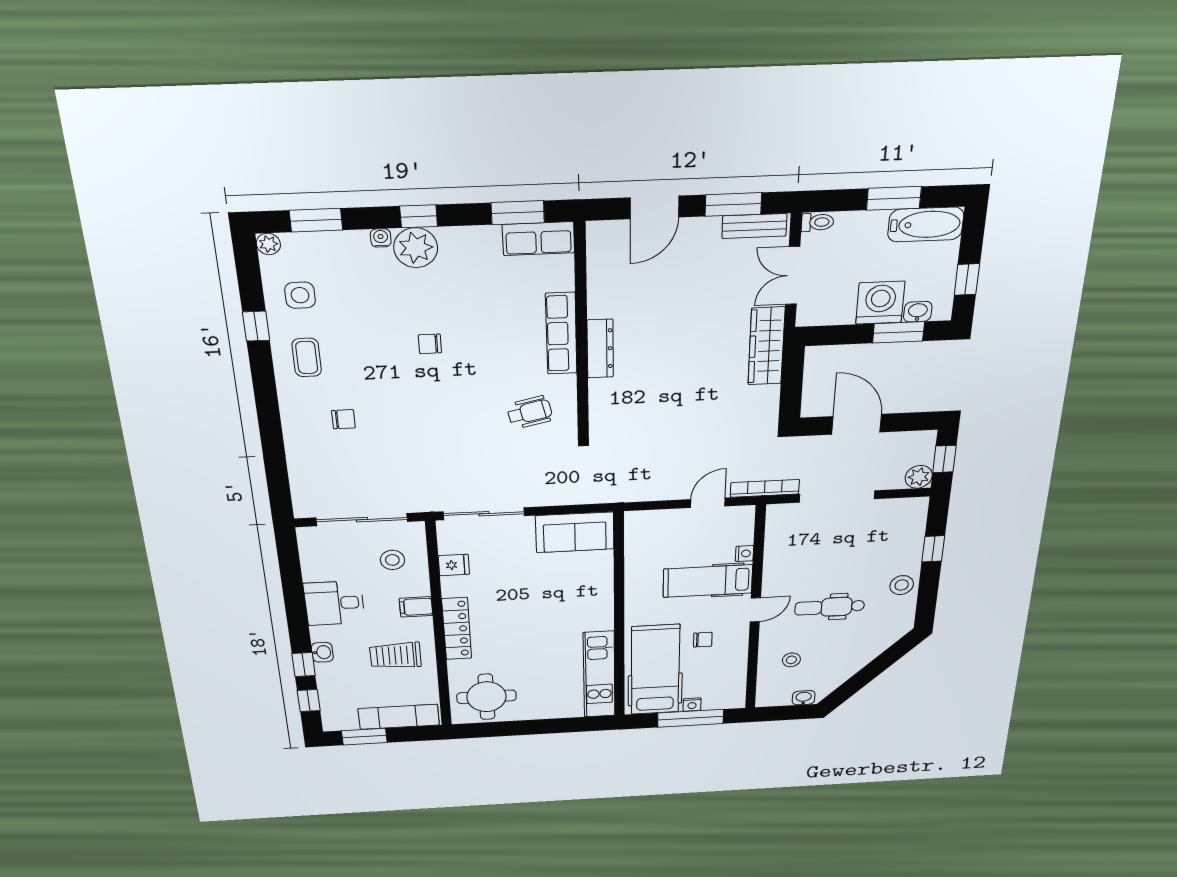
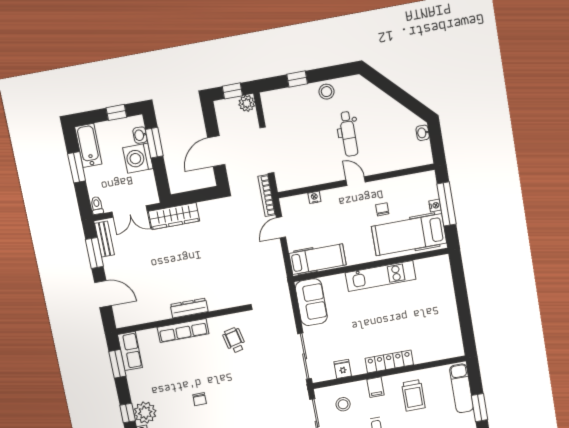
door: (708, 503) -> (281, 227), hinge flipped
hospital bed: (708, 581) -> (318, 259), moved, turned -90
stool: (791, 660) -> (392, 148), removed
kitchen unit: (599, 674) -> (381, 276), moved
round table: (486, 697) -> (441, 337), removed

